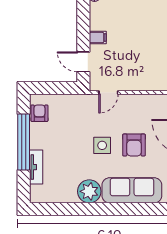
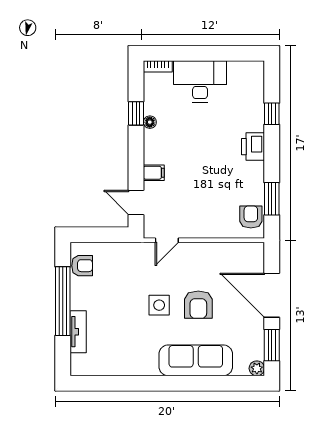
armchair: (39, 113) -> (82, 266), turned 90
plant: (89, 191) -> (143, 362), removed

